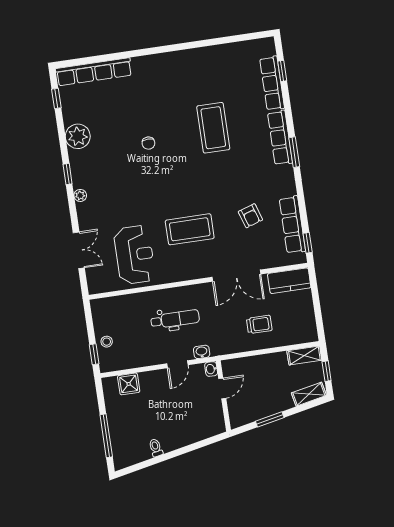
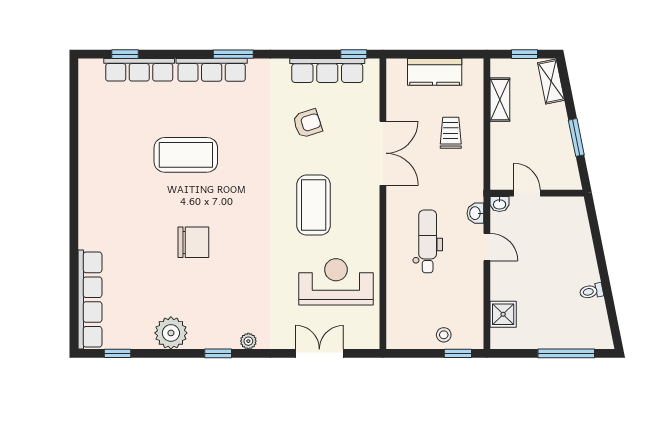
chair: (148, 143) -> (193, 242), width x1.87, depth x1.87
kitchen counter: (289, 281) -> (435, 72), moved, turned 90
shelving: (304, 355) -> (500, 100), moved

